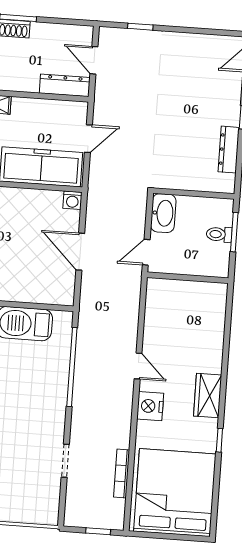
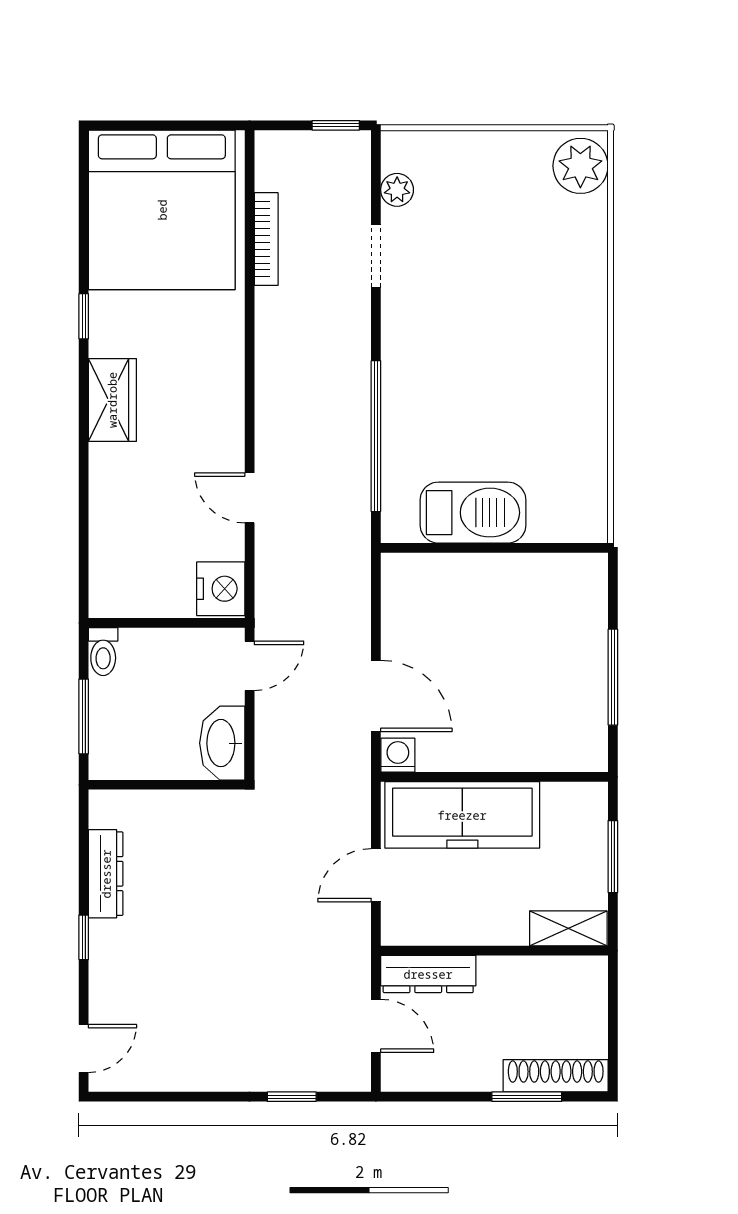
toilet: (219, 234) -> (103, 652), moved, turned 90
door: (80, 252) -> (376, 696), moved
door: (138, 366) -> (250, 498), moved
nightstand: (150, 406) -> (221, 589), moved
plant: (52, 494) -> (397, 190), added
window: (98, 531) -> (336, 125), moved

